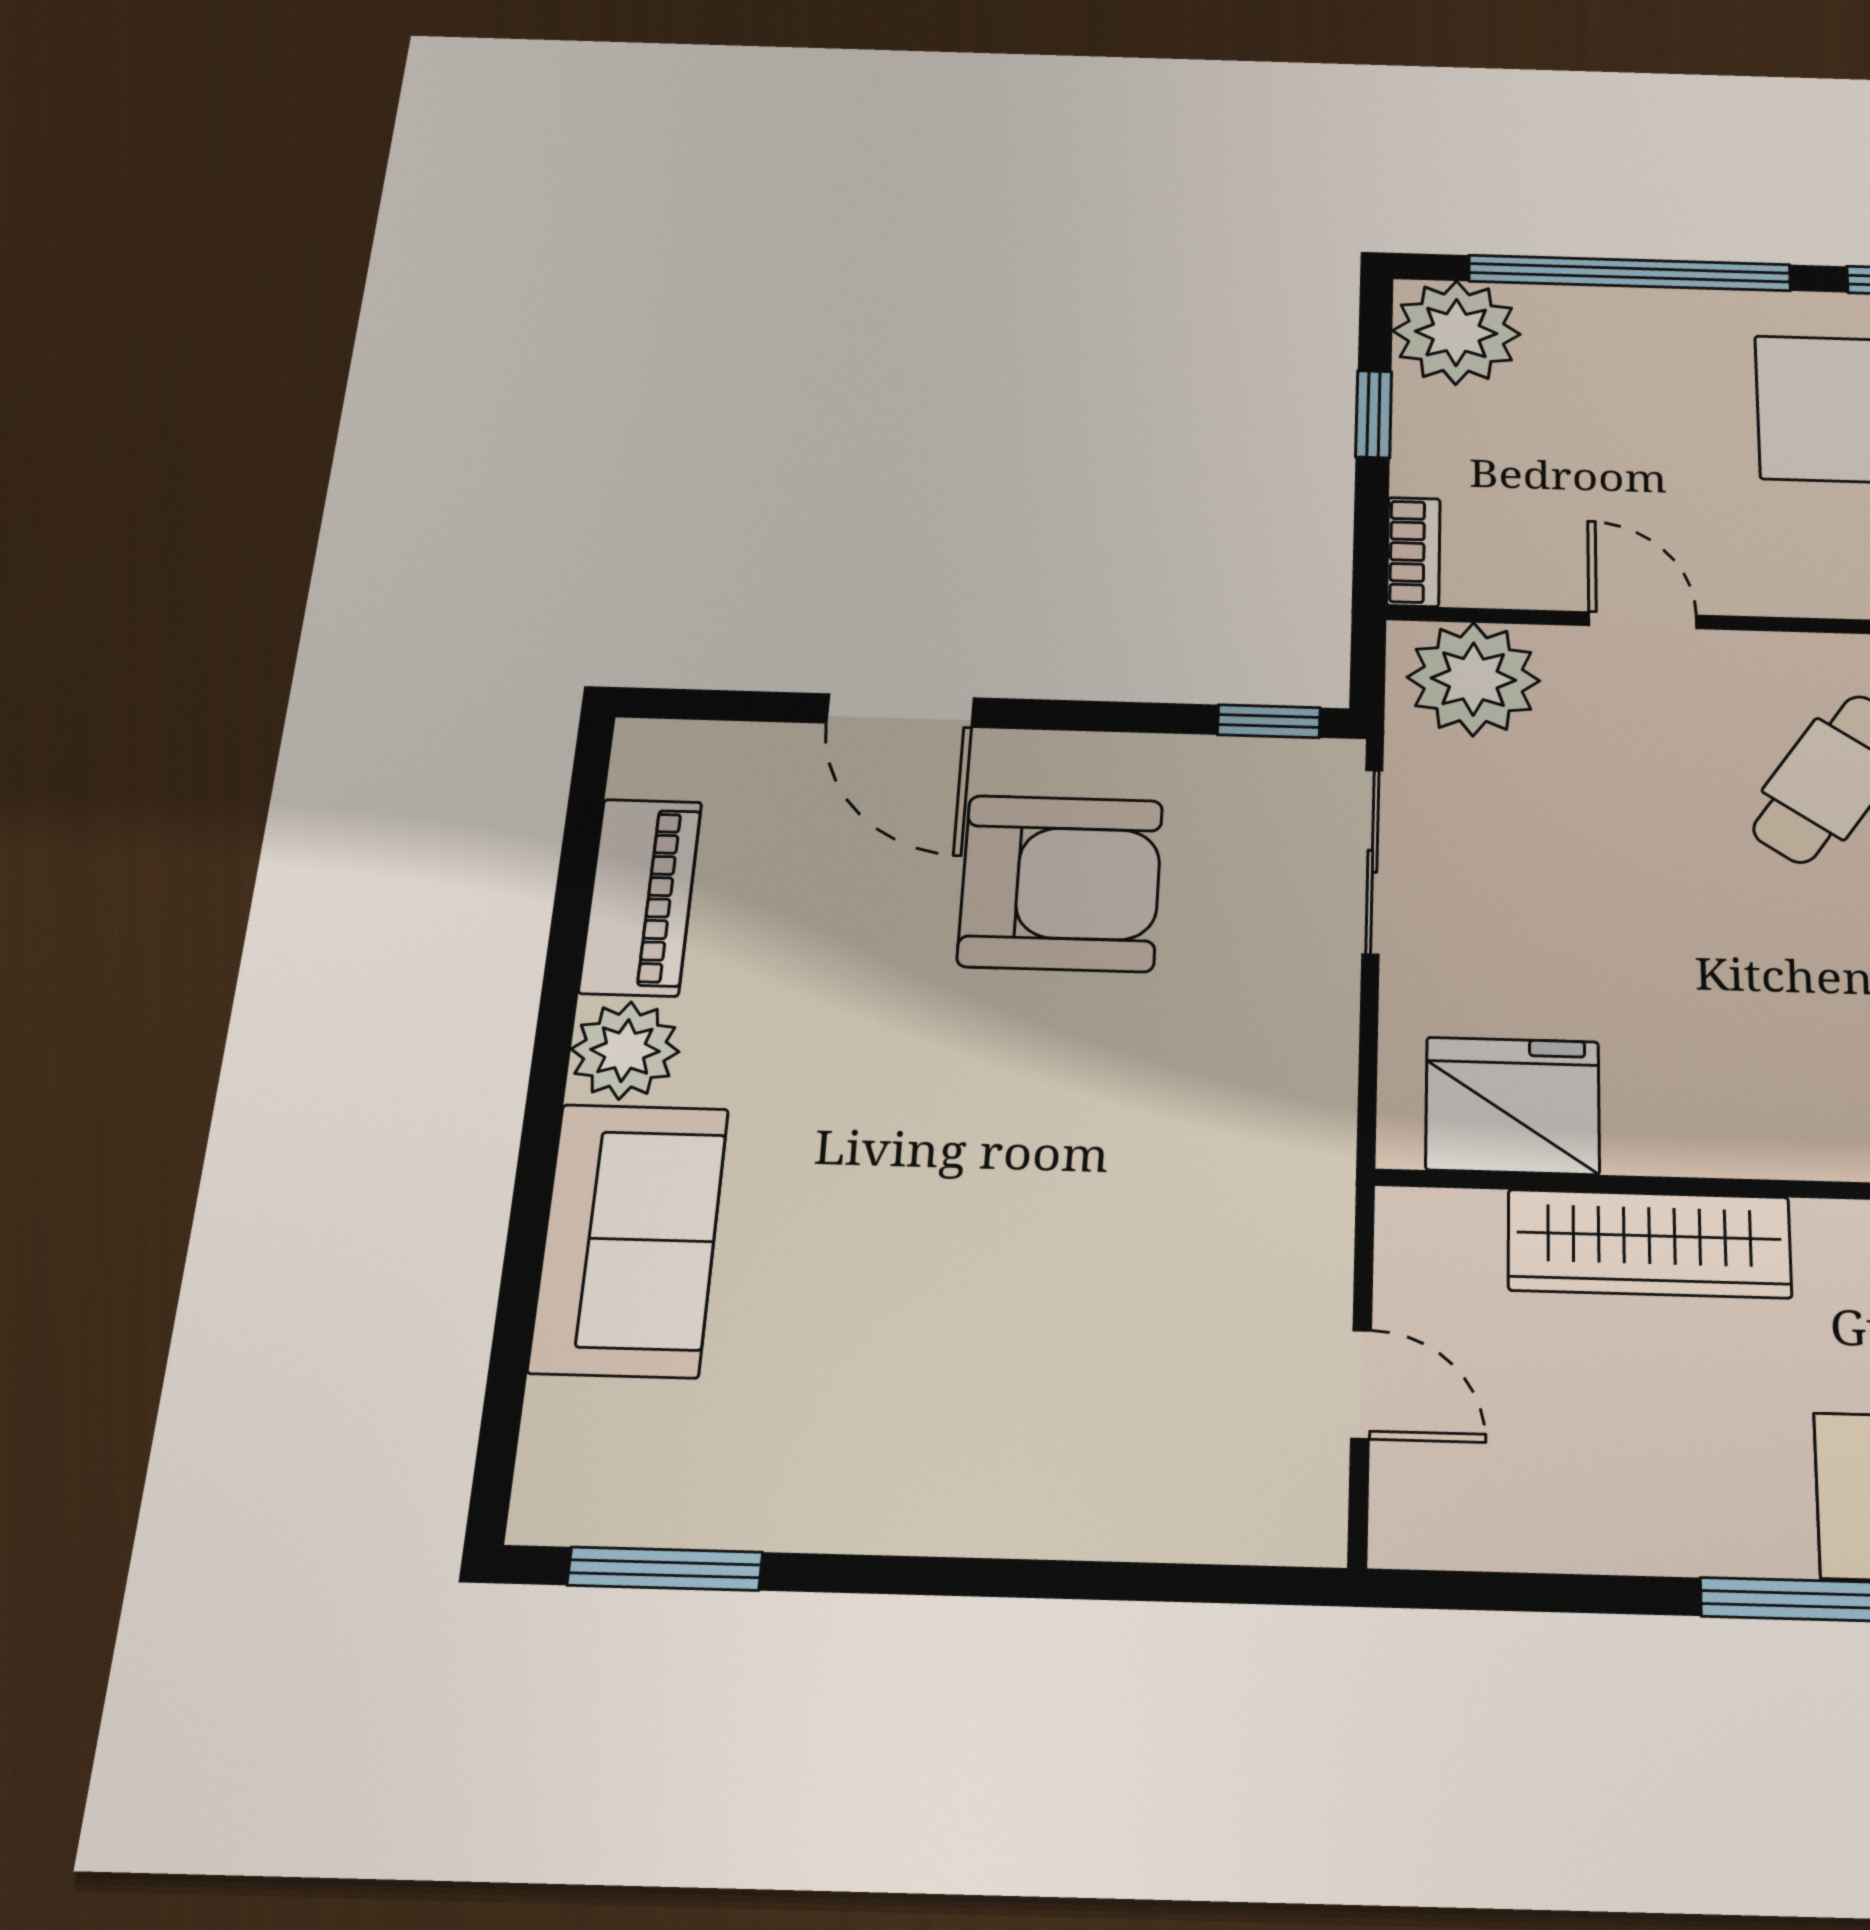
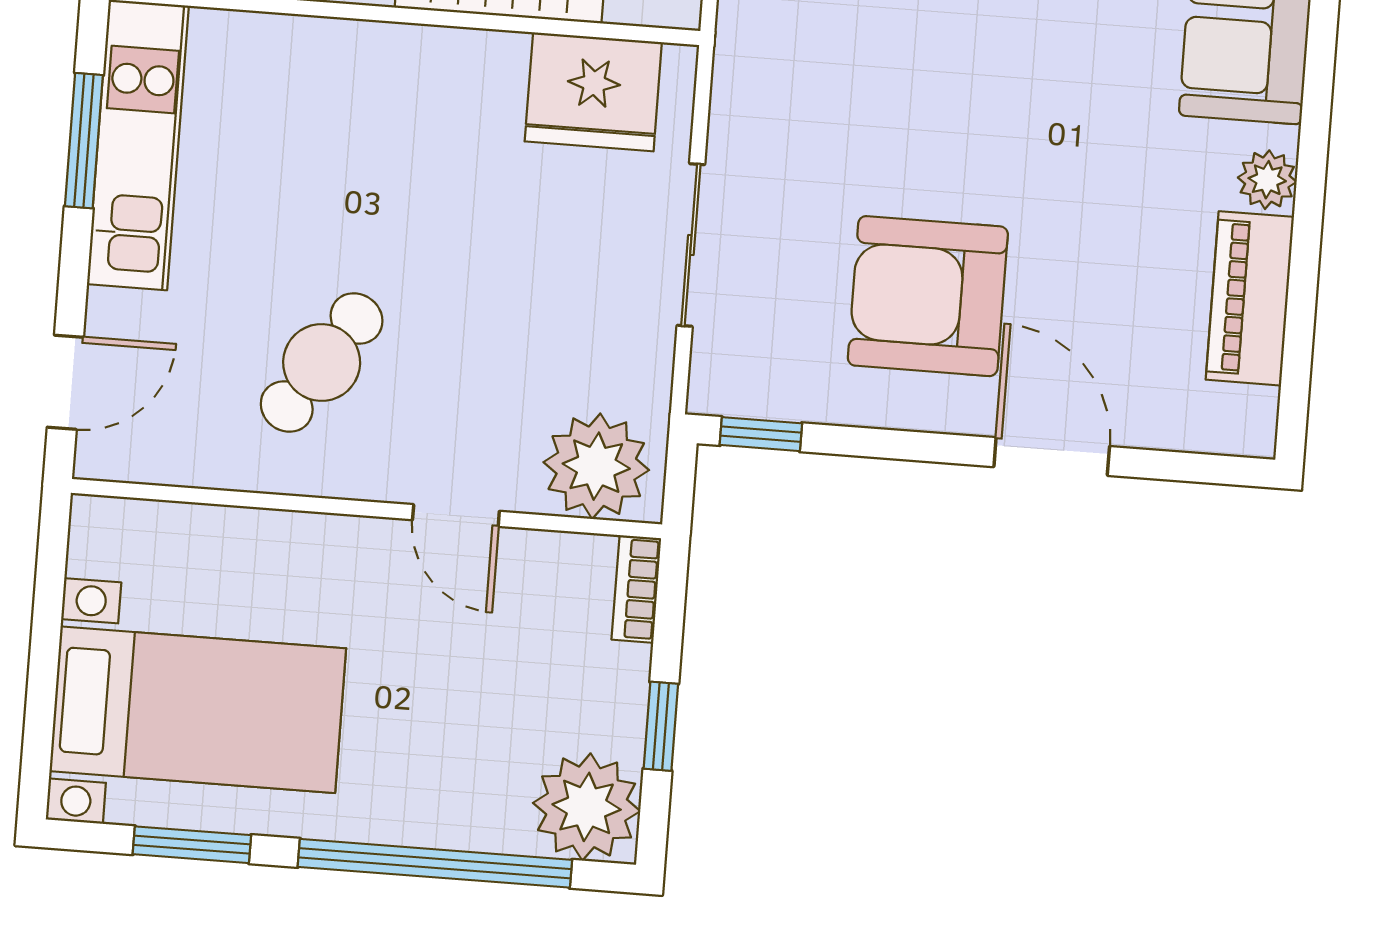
sliding door: (1372, 861) -> (691, 245), moved
plant: (625, 1050) -> (1267, 180), width x0.73, depth x0.73

